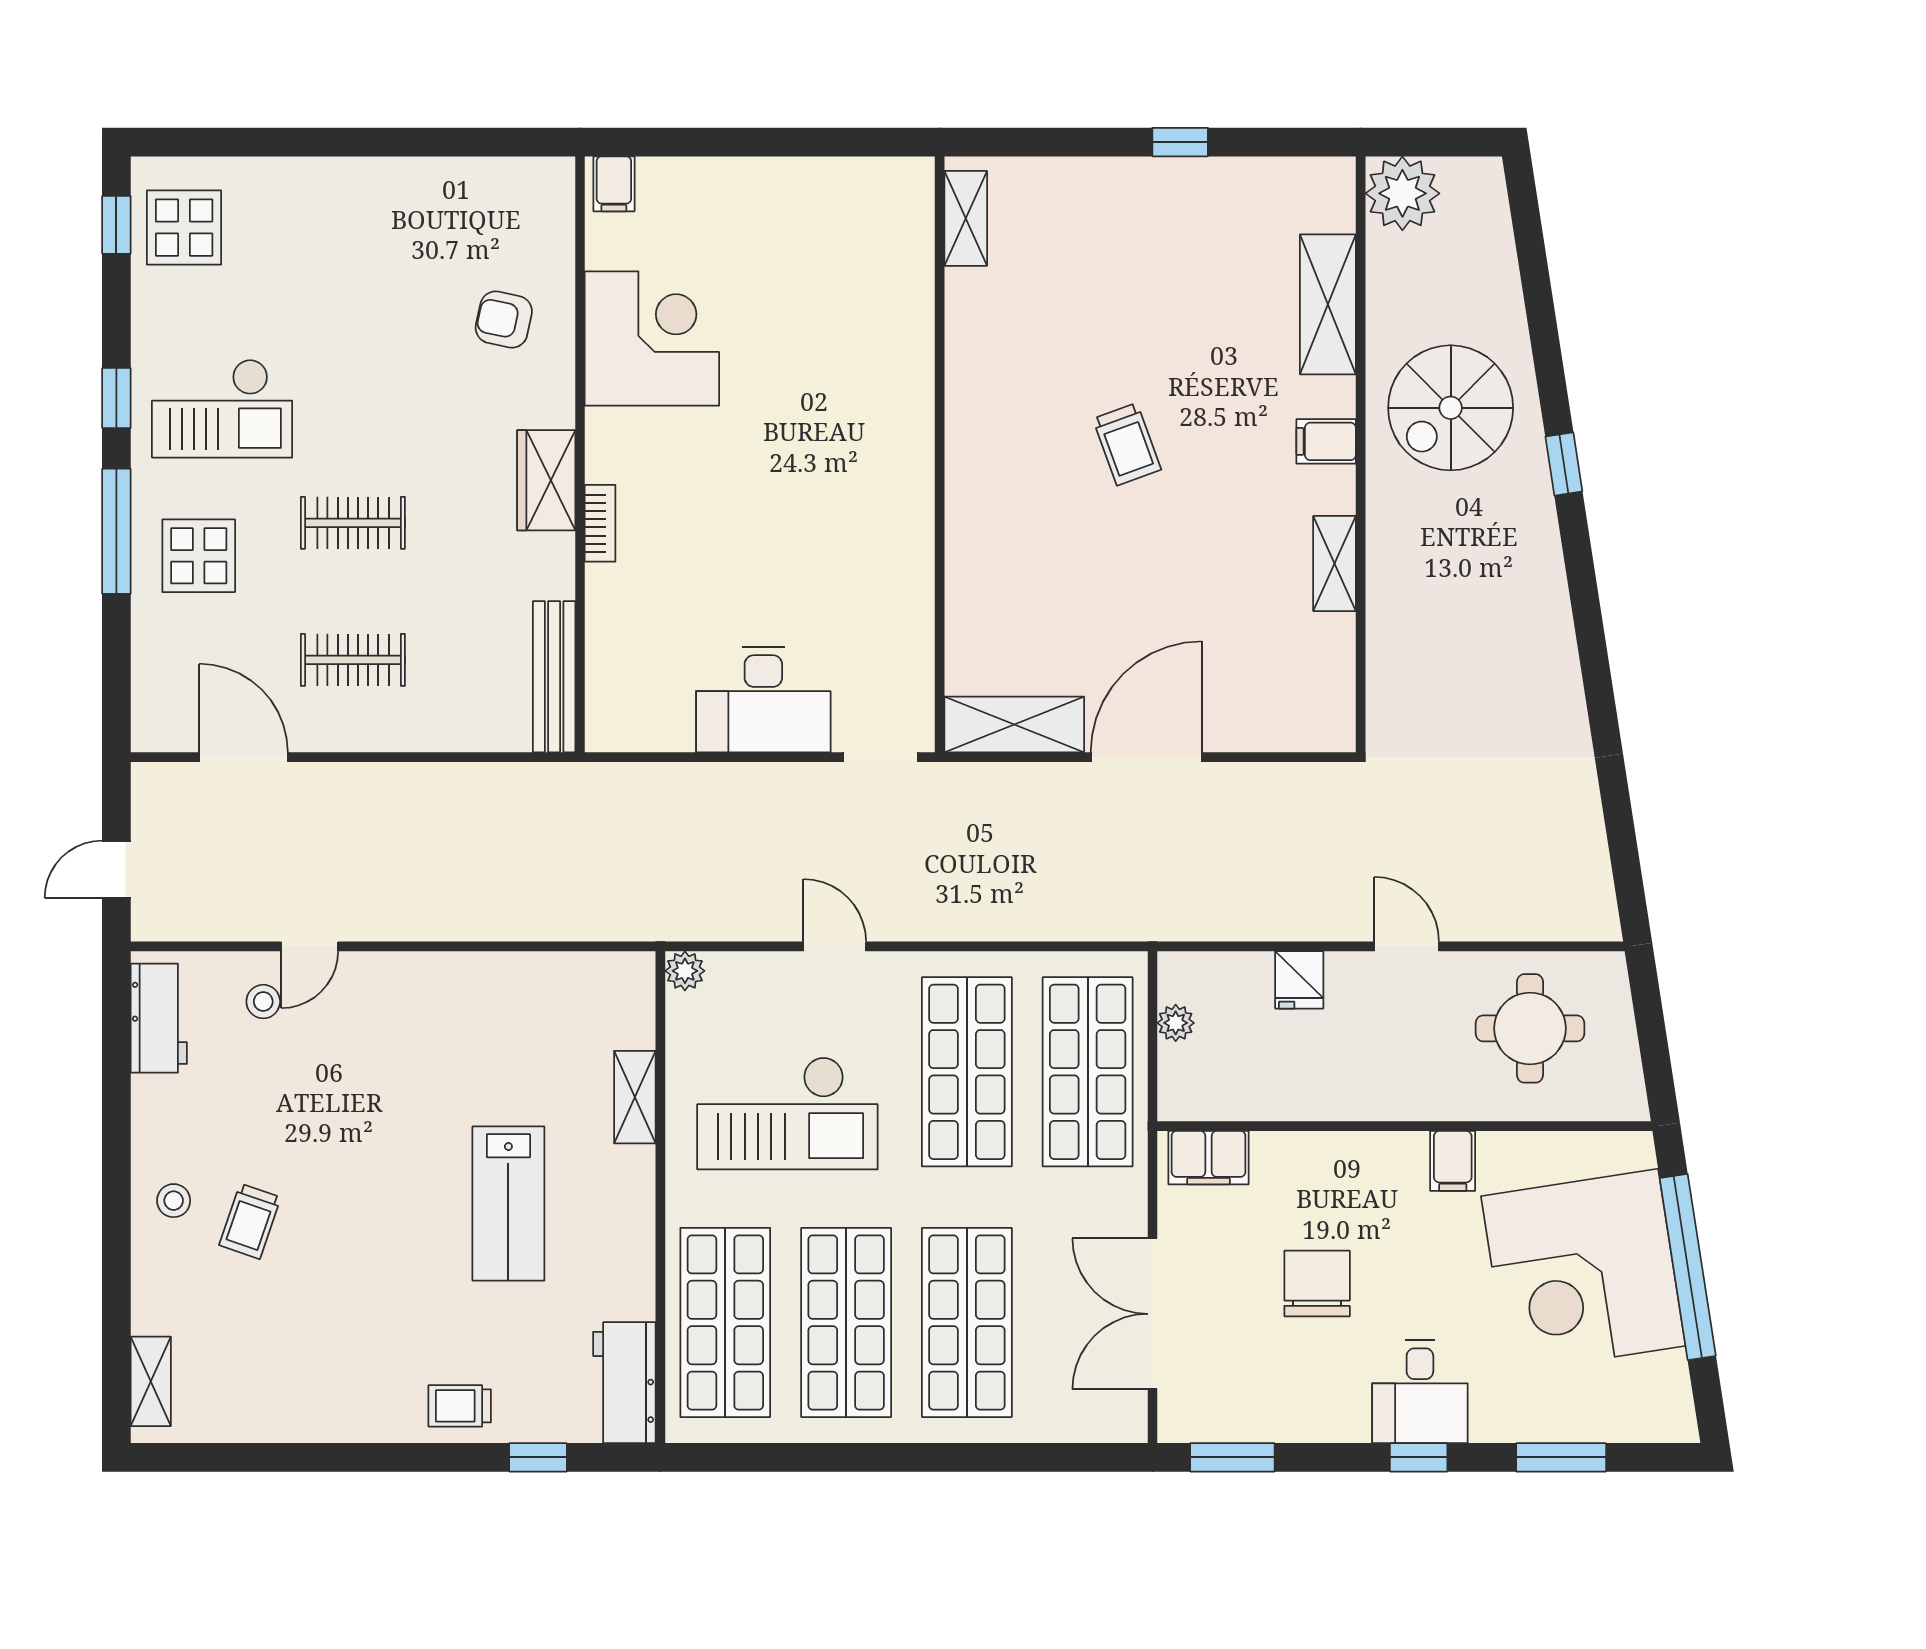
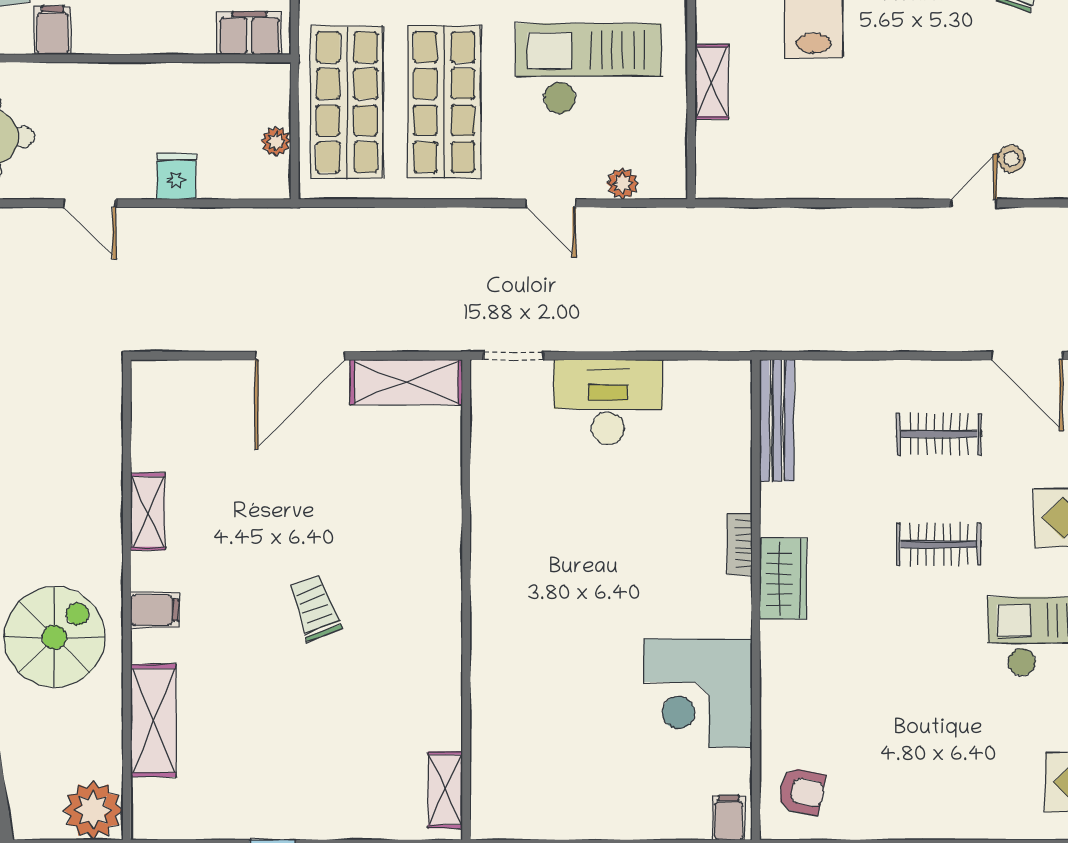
armchair: (504, 320) -> (802, 791), moved
plant: (685, 971) -> (622, 183), moved

